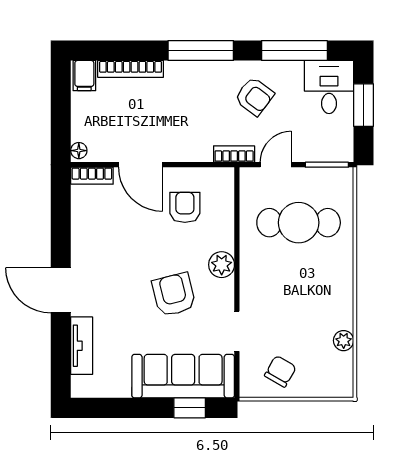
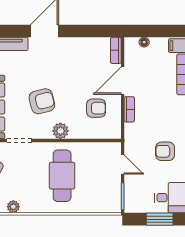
armchair: (254, 96) -> (165, 151), turned 53
floor lamp: (79, 151) -> (144, 42), moved
bookcase: (234, 154) -> (129, 109), moved
cafe table: (299, 223) -> (62, 176), moved

